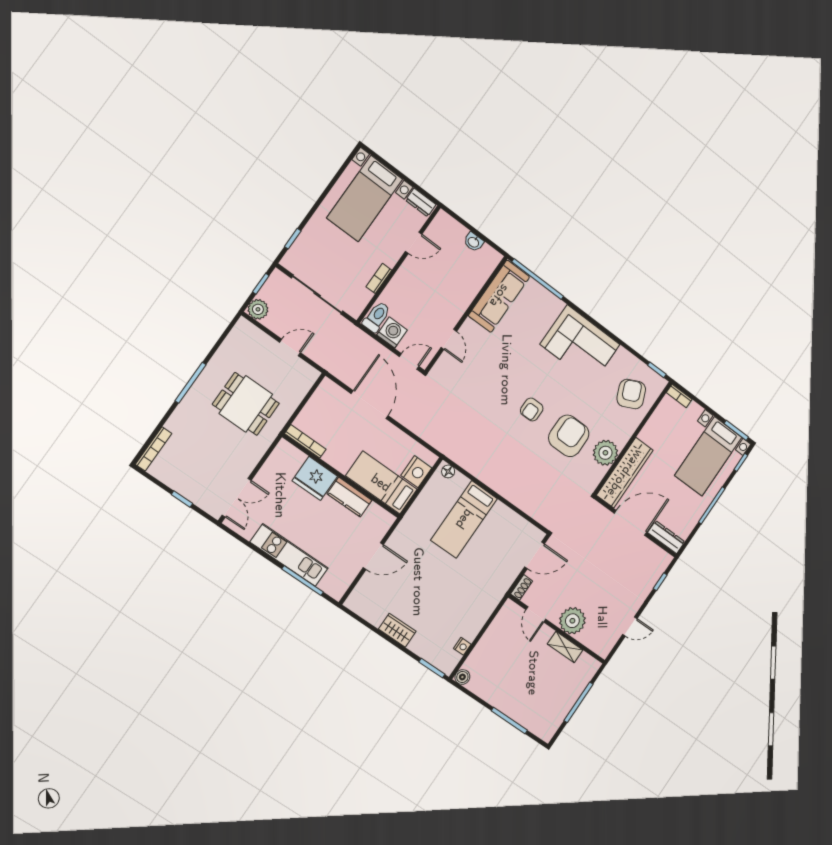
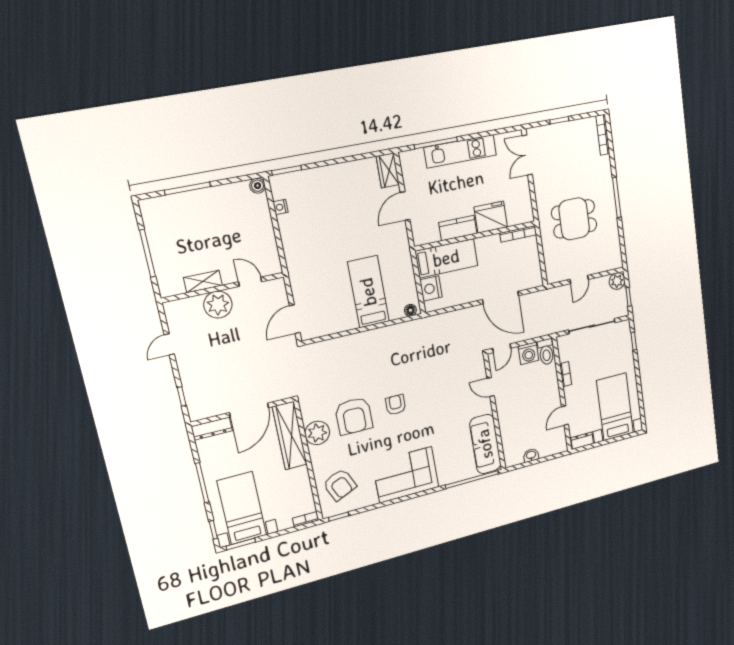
shoe rack: (522, 587) -> (281, 289), removed
wardrobe: (397, 630) -> (388, 170), moved, turned 90

